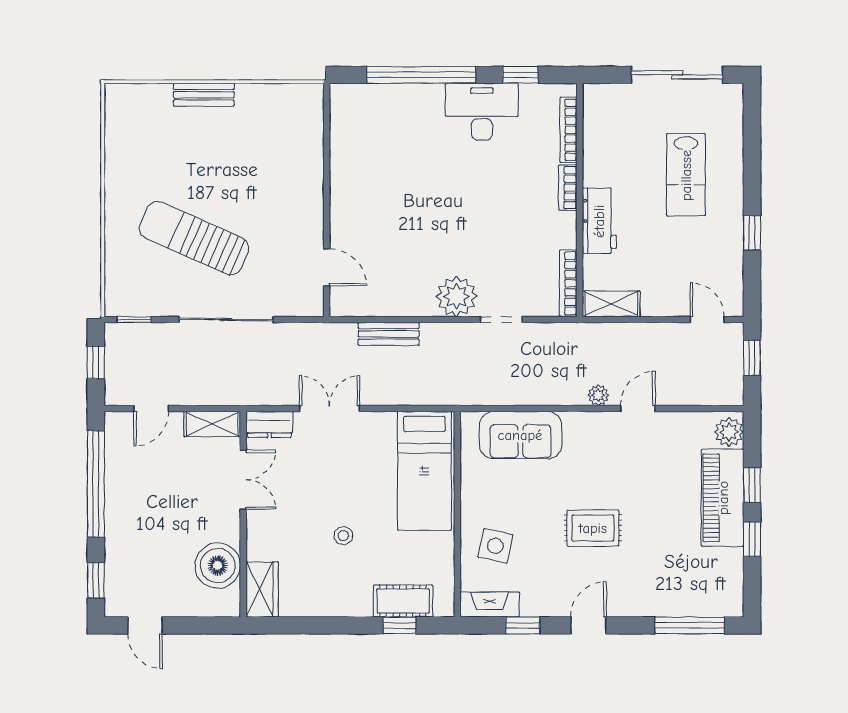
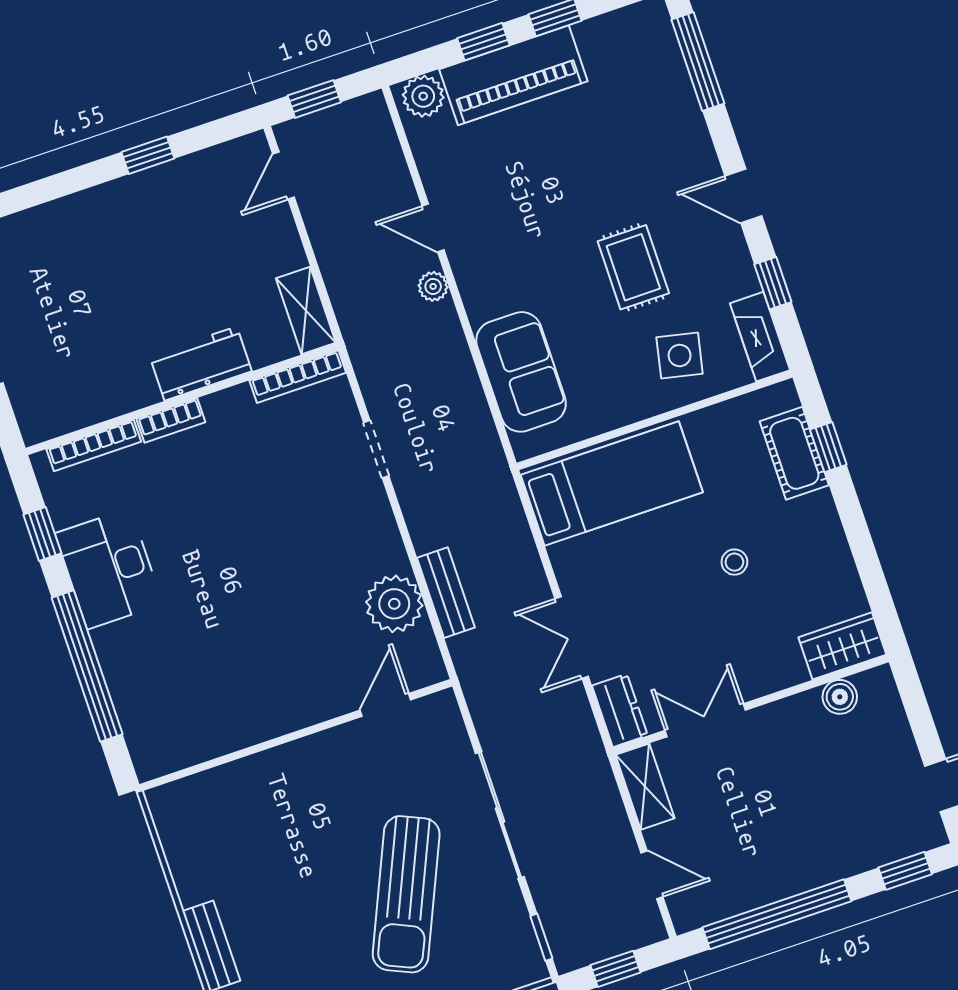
lab bench: (686, 175) -> (101, 269), removed
plant: (456, 296) -> (394, 604), moved
rug: (593, 528) -> (633, 267), moved
boiler: (218, 566) -> (840, 697), width x0.54, depth x0.54

